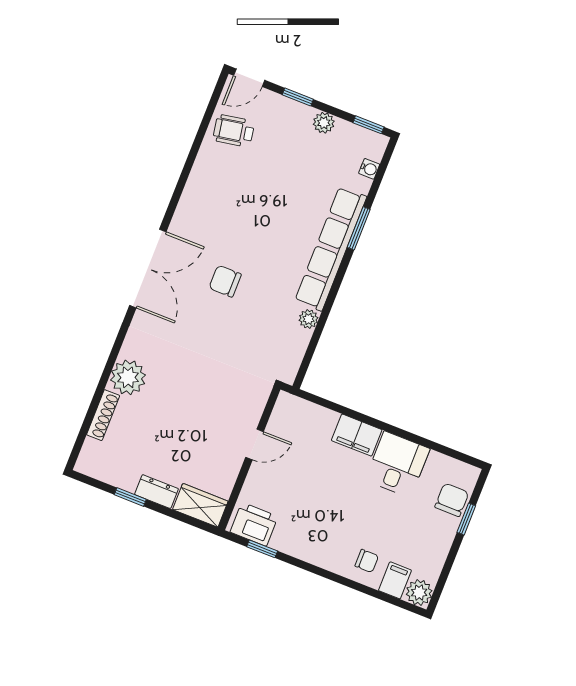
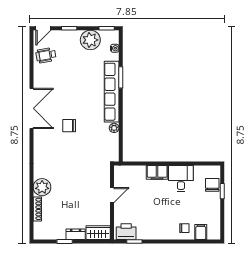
plant: (324, 123) -> (90, 40), width x1.88, depth x1.88
double door: (148, 269) -> (31, 108), moved
plant: (419, 593) -> (214, 233), removed

